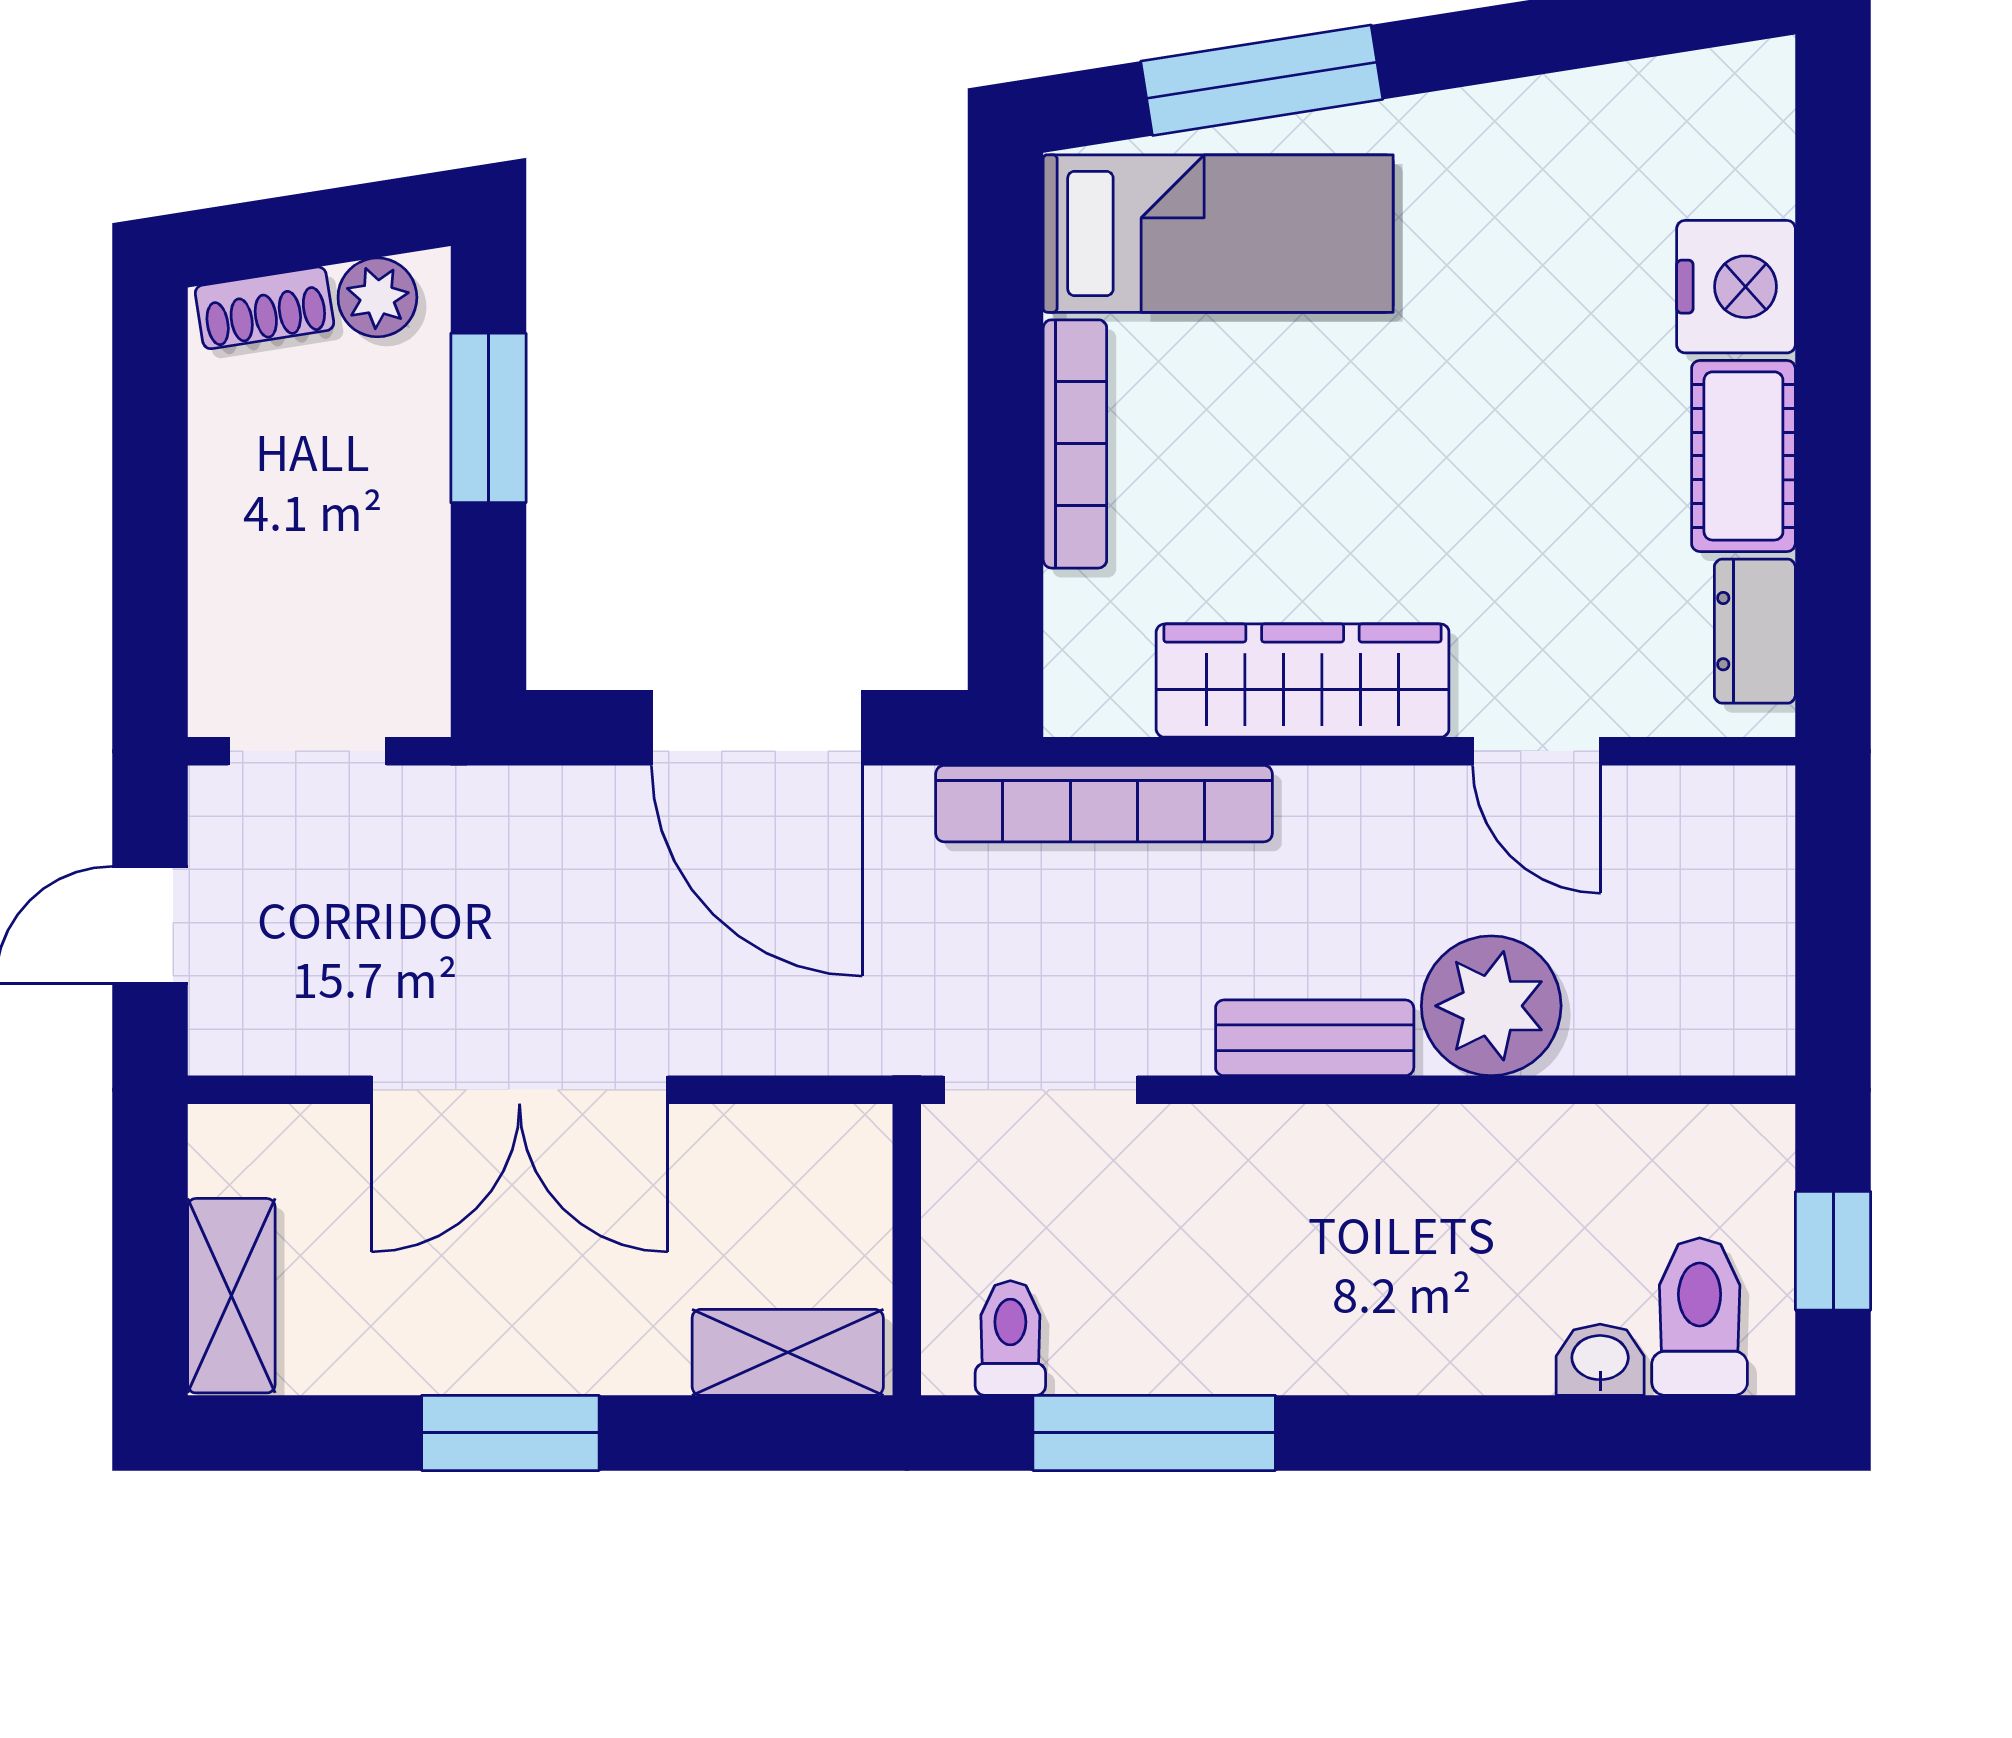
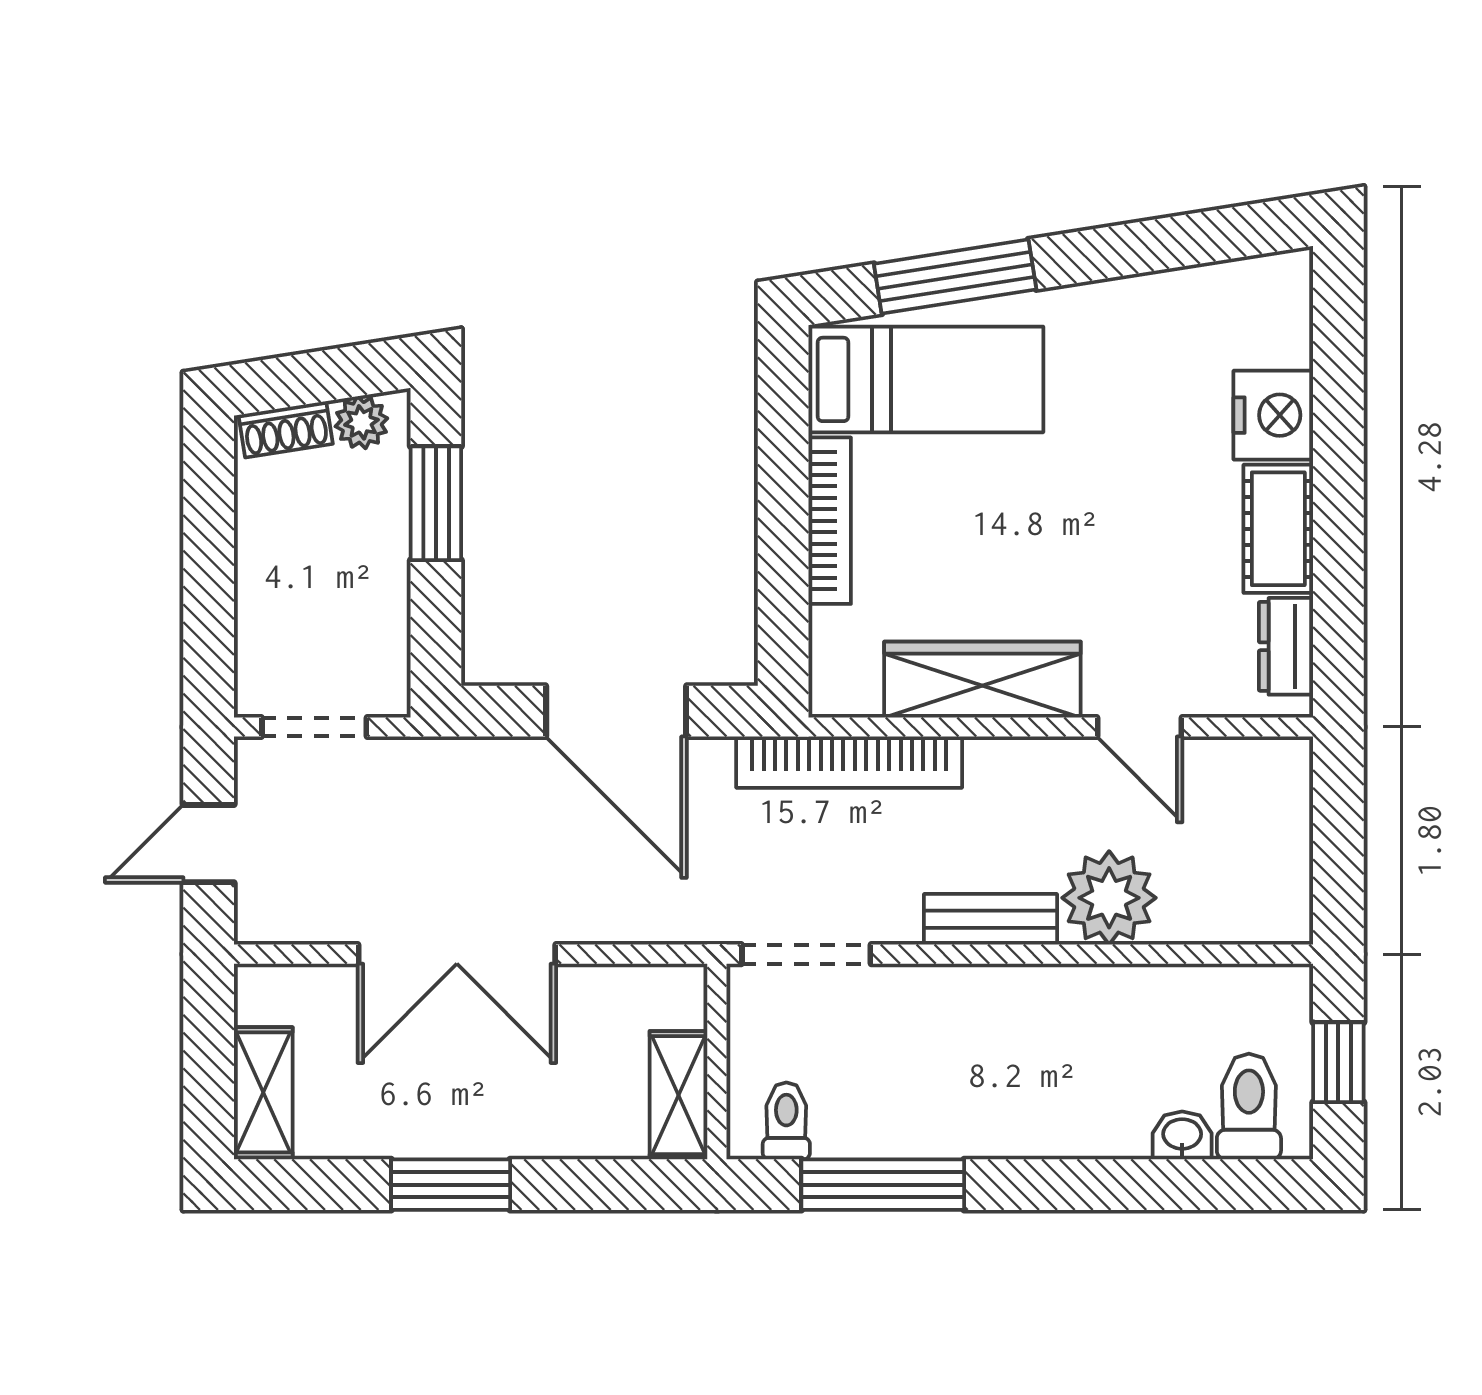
shelving: (788, 1352) -> (678, 1095), moved, turned 90

